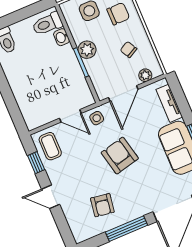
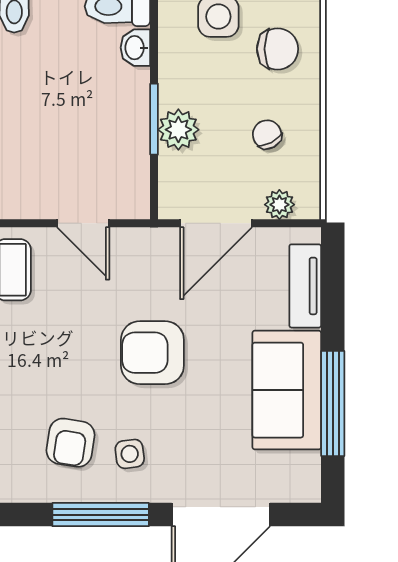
plant: (87, 50) -> (178, 130), moved
side table: (97, 118) -> (130, 454), moved
armchair: (120, 156) -> (152, 353), turned -77

